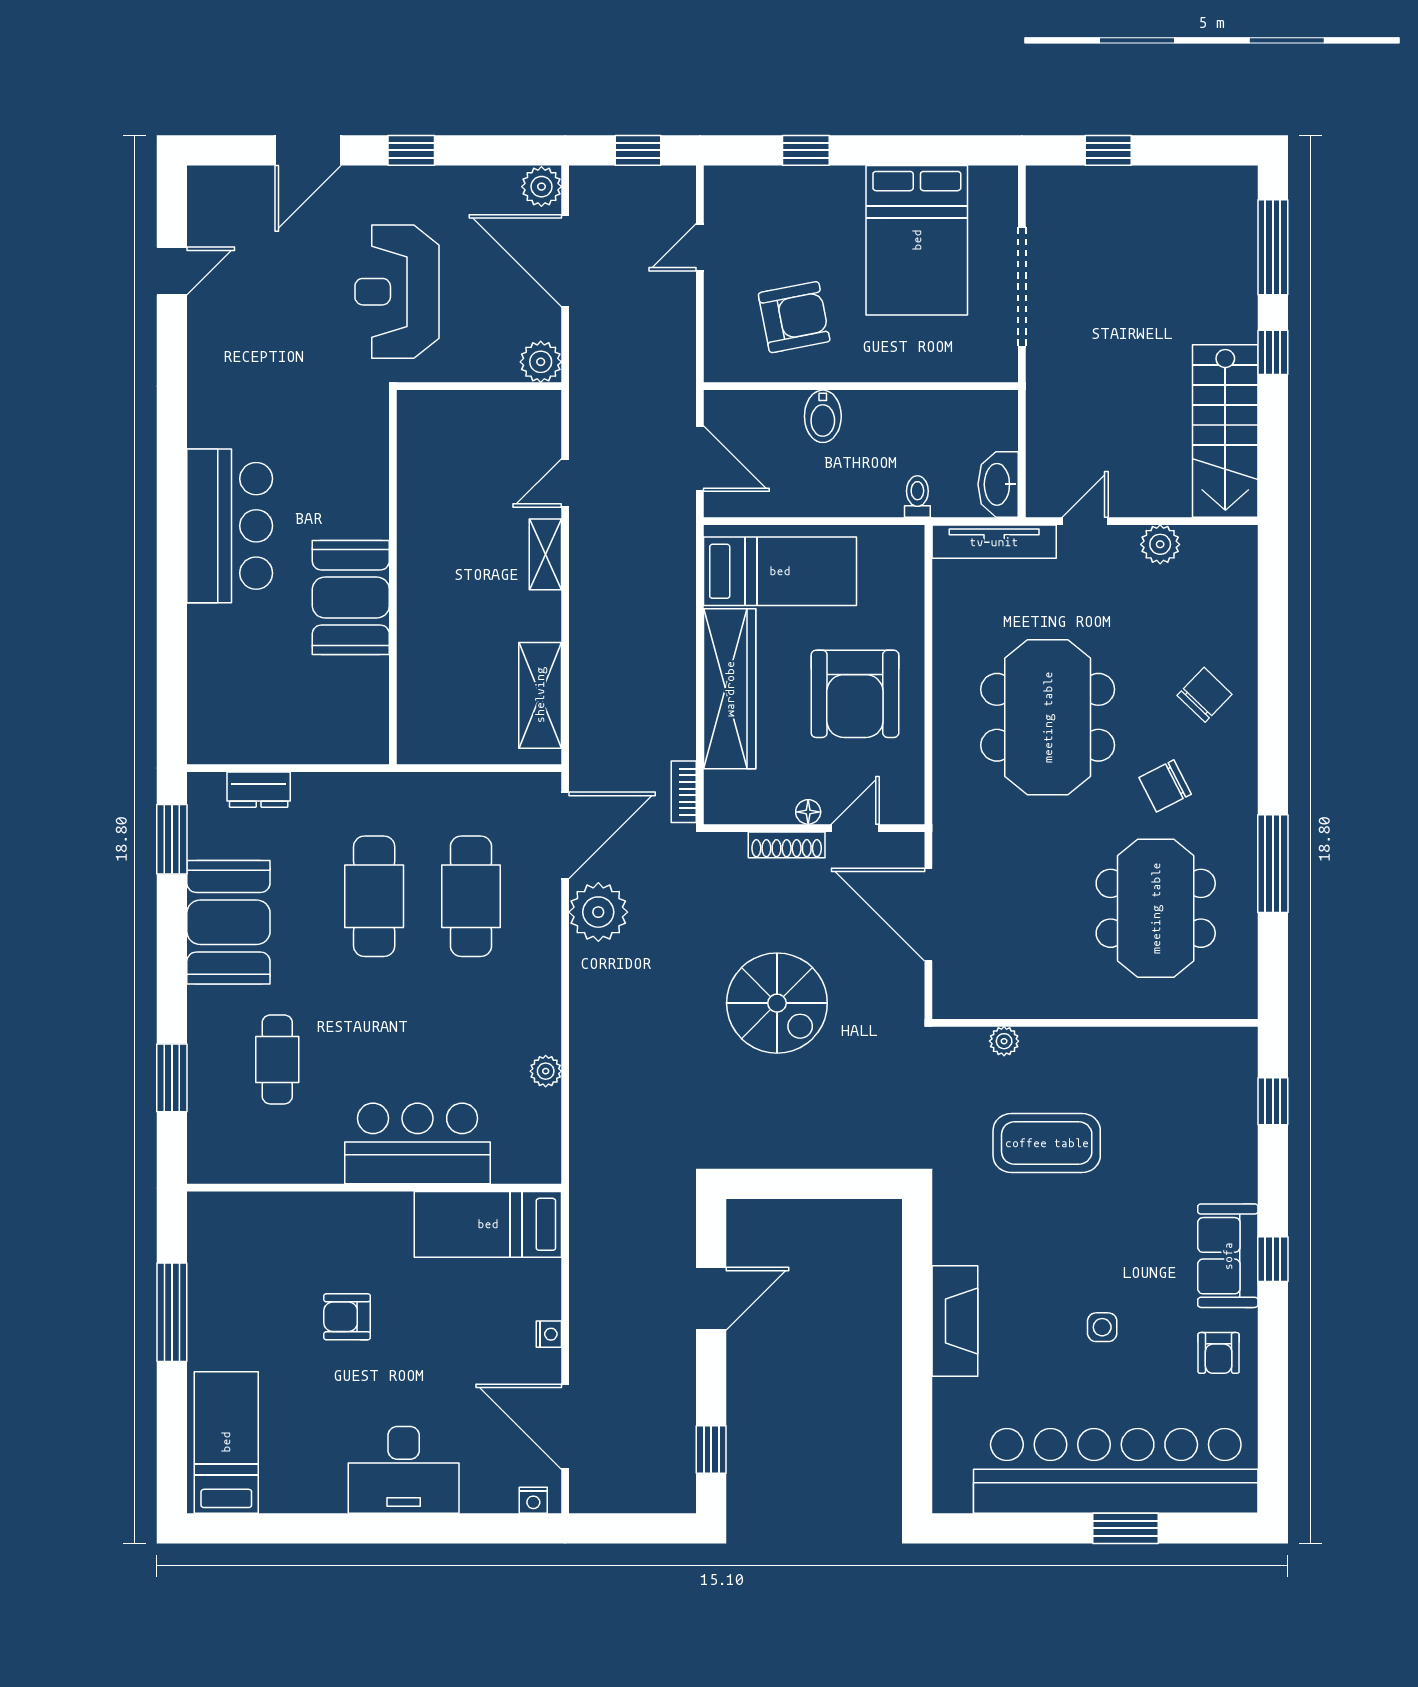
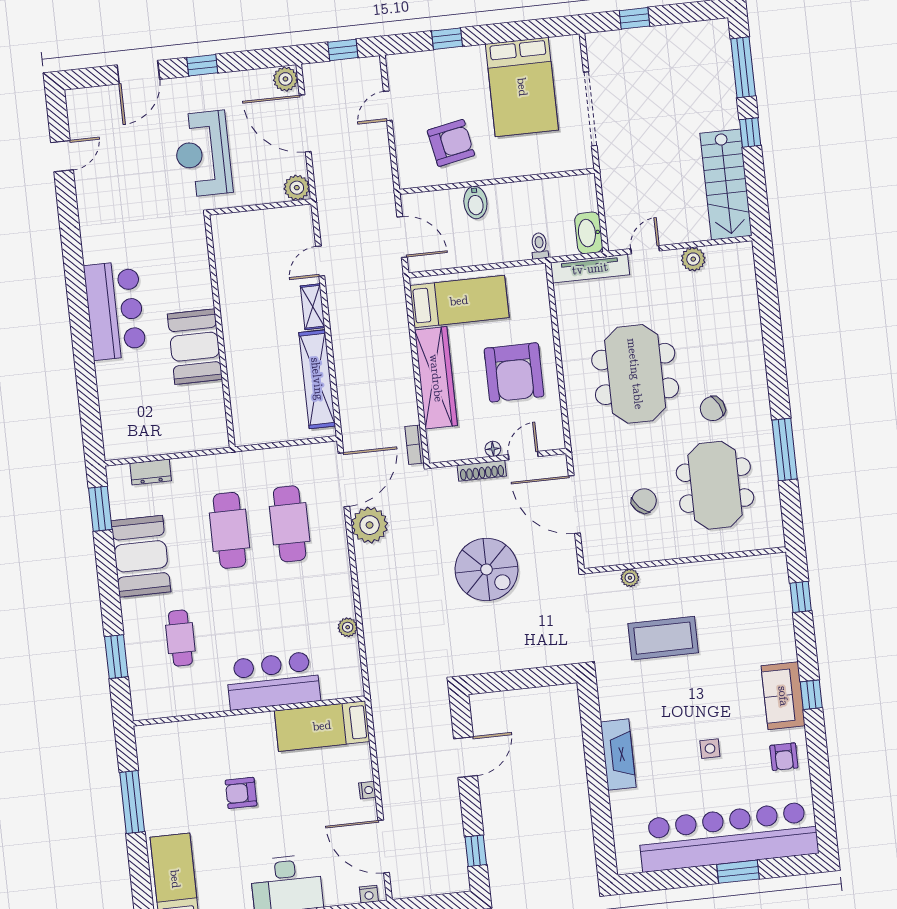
shelving: (540, 695) -> (317, 379), width x1.47
chair: (1205, 695) -> (644, 501), moved

